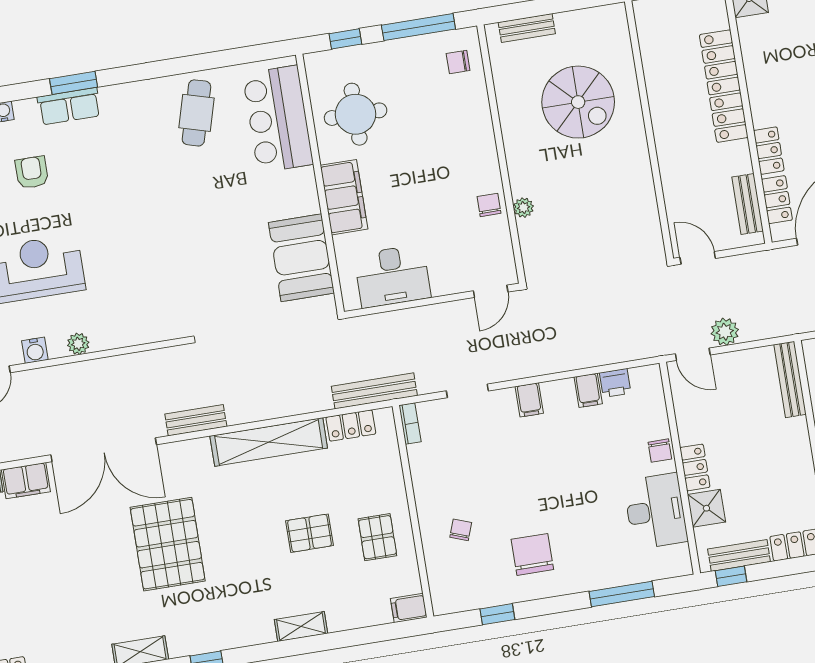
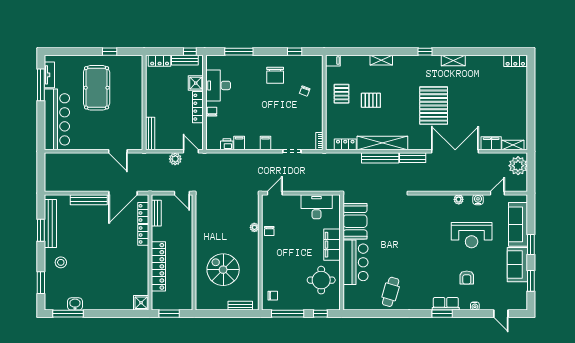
bar counter: (278, 119) -> (355, 262), moved
bench: (374, 391) -> (380, 158), moved
locker: (695, 467) -> (198, 107), width x1.53

